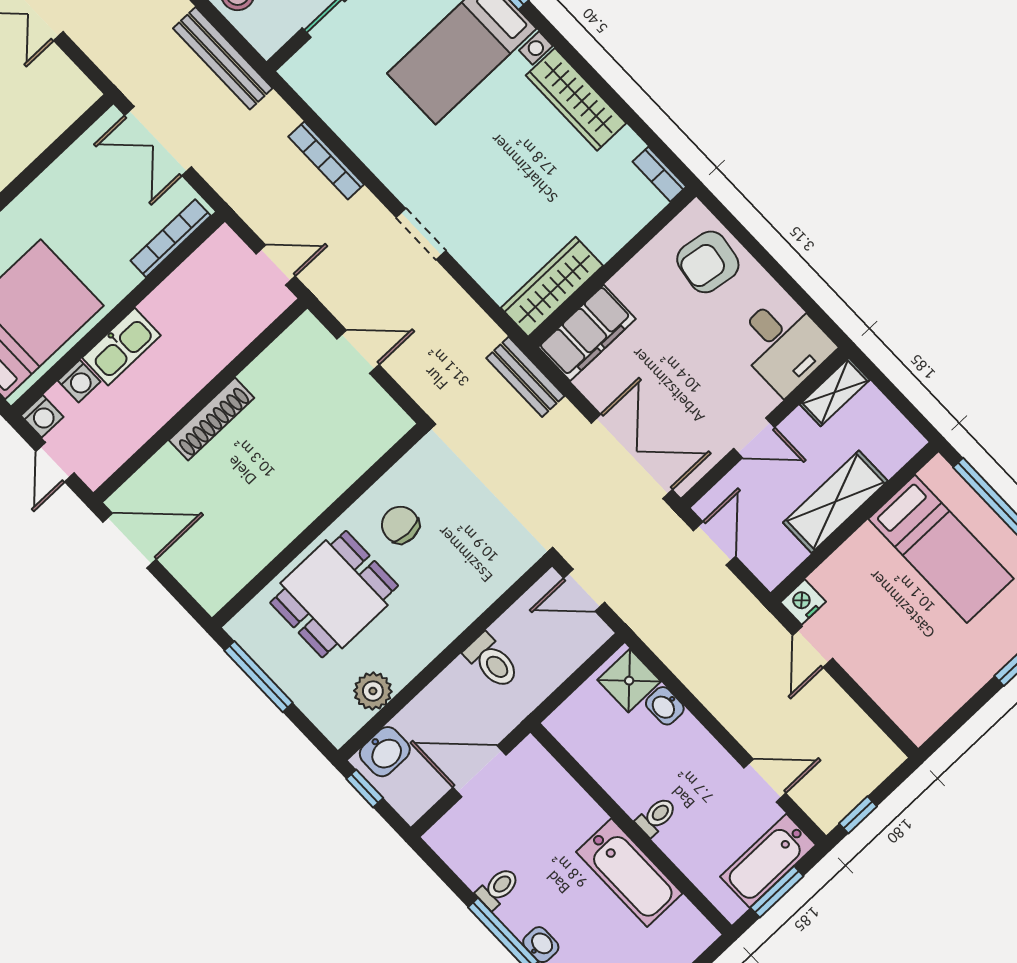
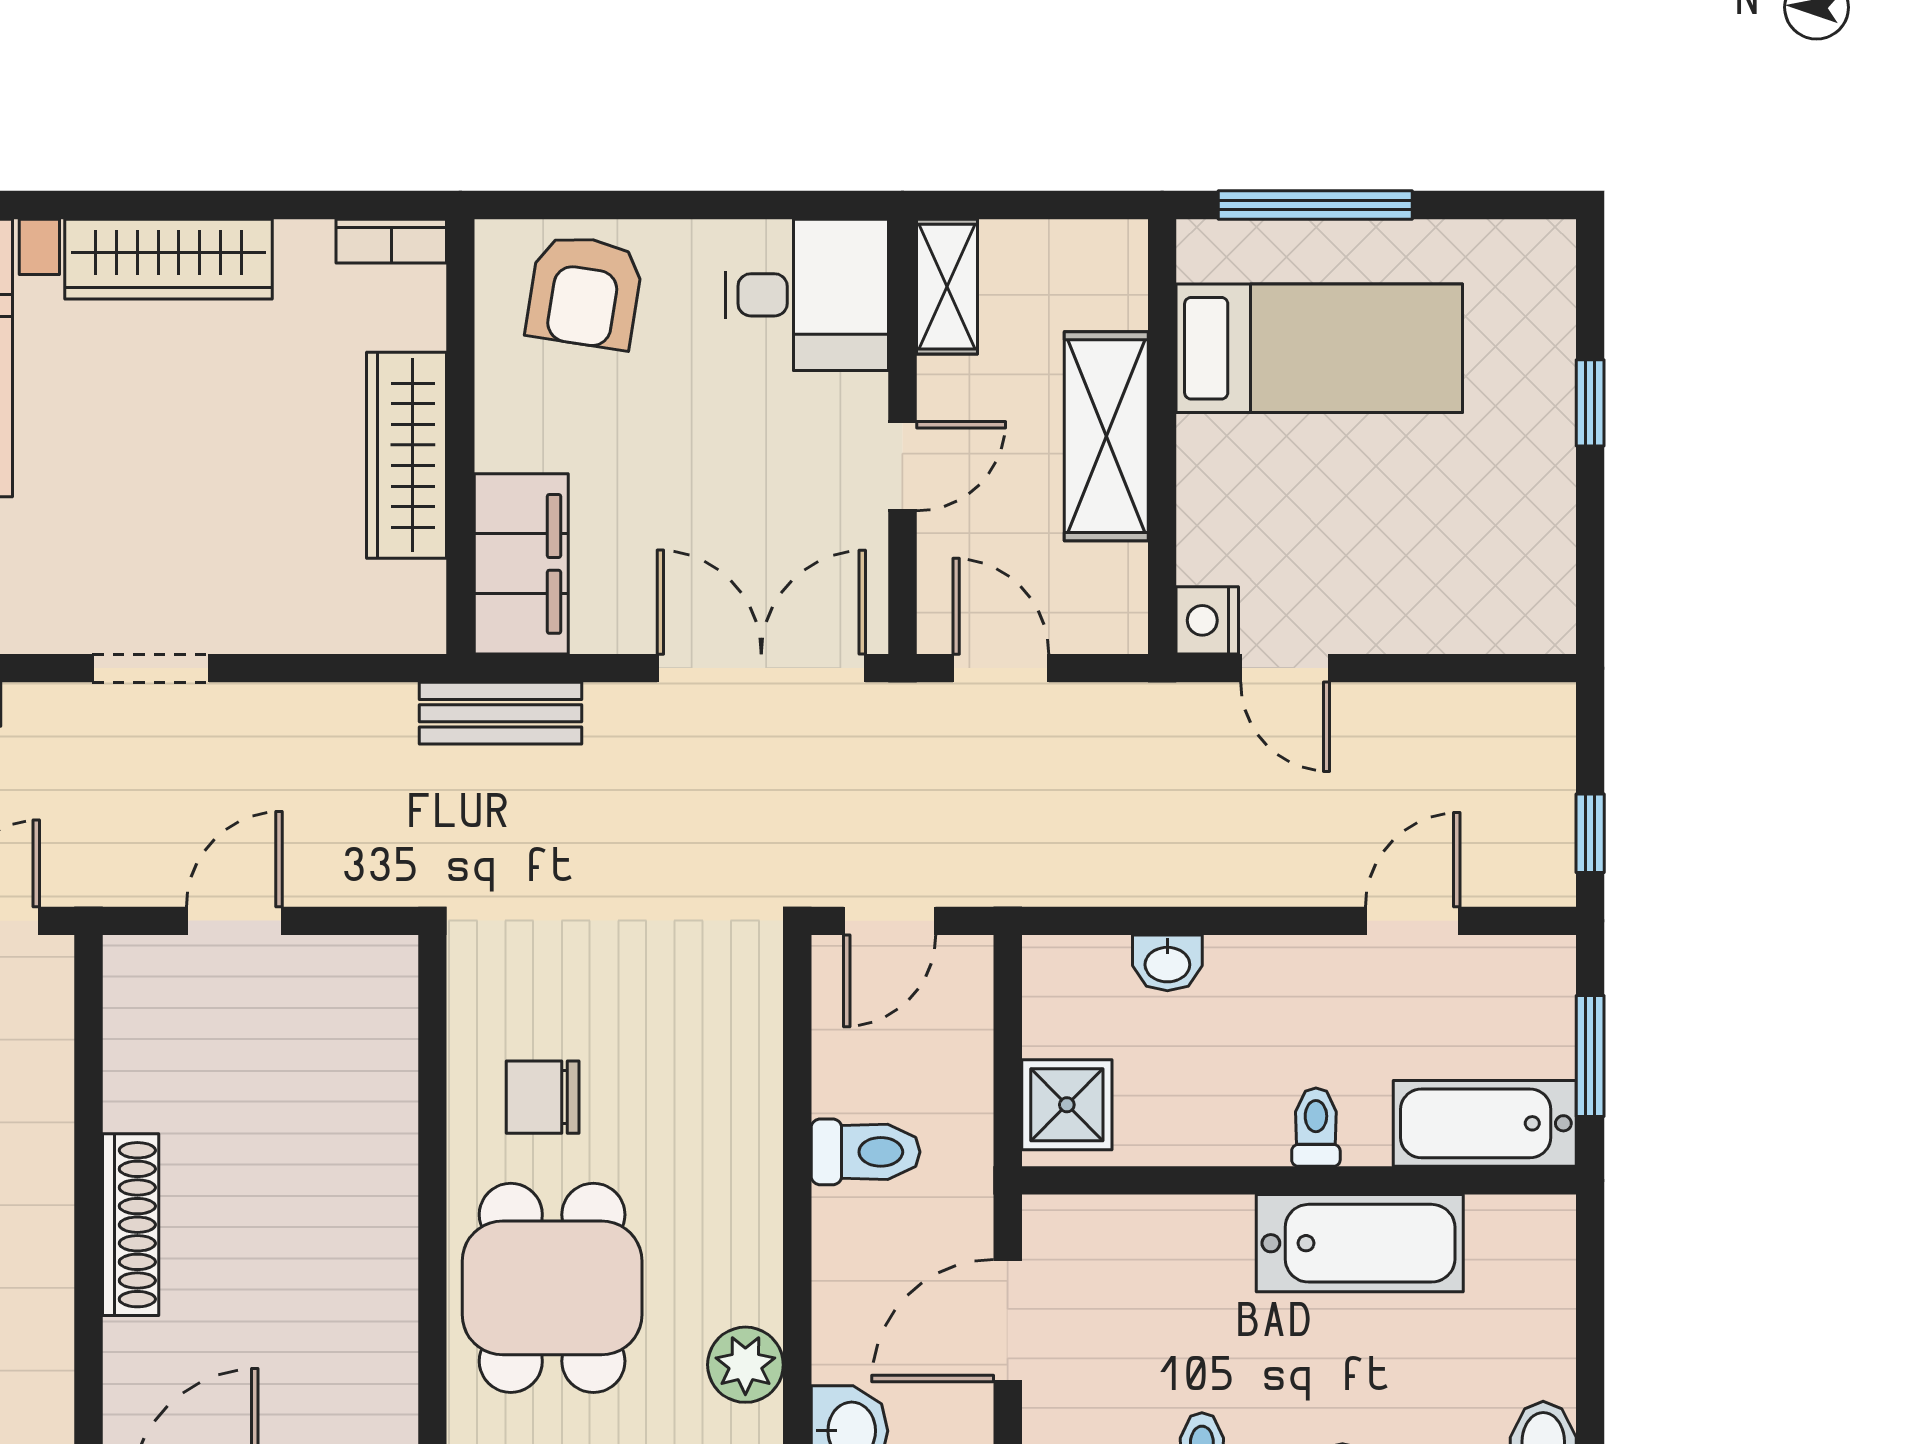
wardrobe: (552, 287) -> (407, 455), moved
shower: (629, 681) -> (1067, 1105), moved
bathtub: (768, 861) -> (1485, 1123), moved, turned 90

